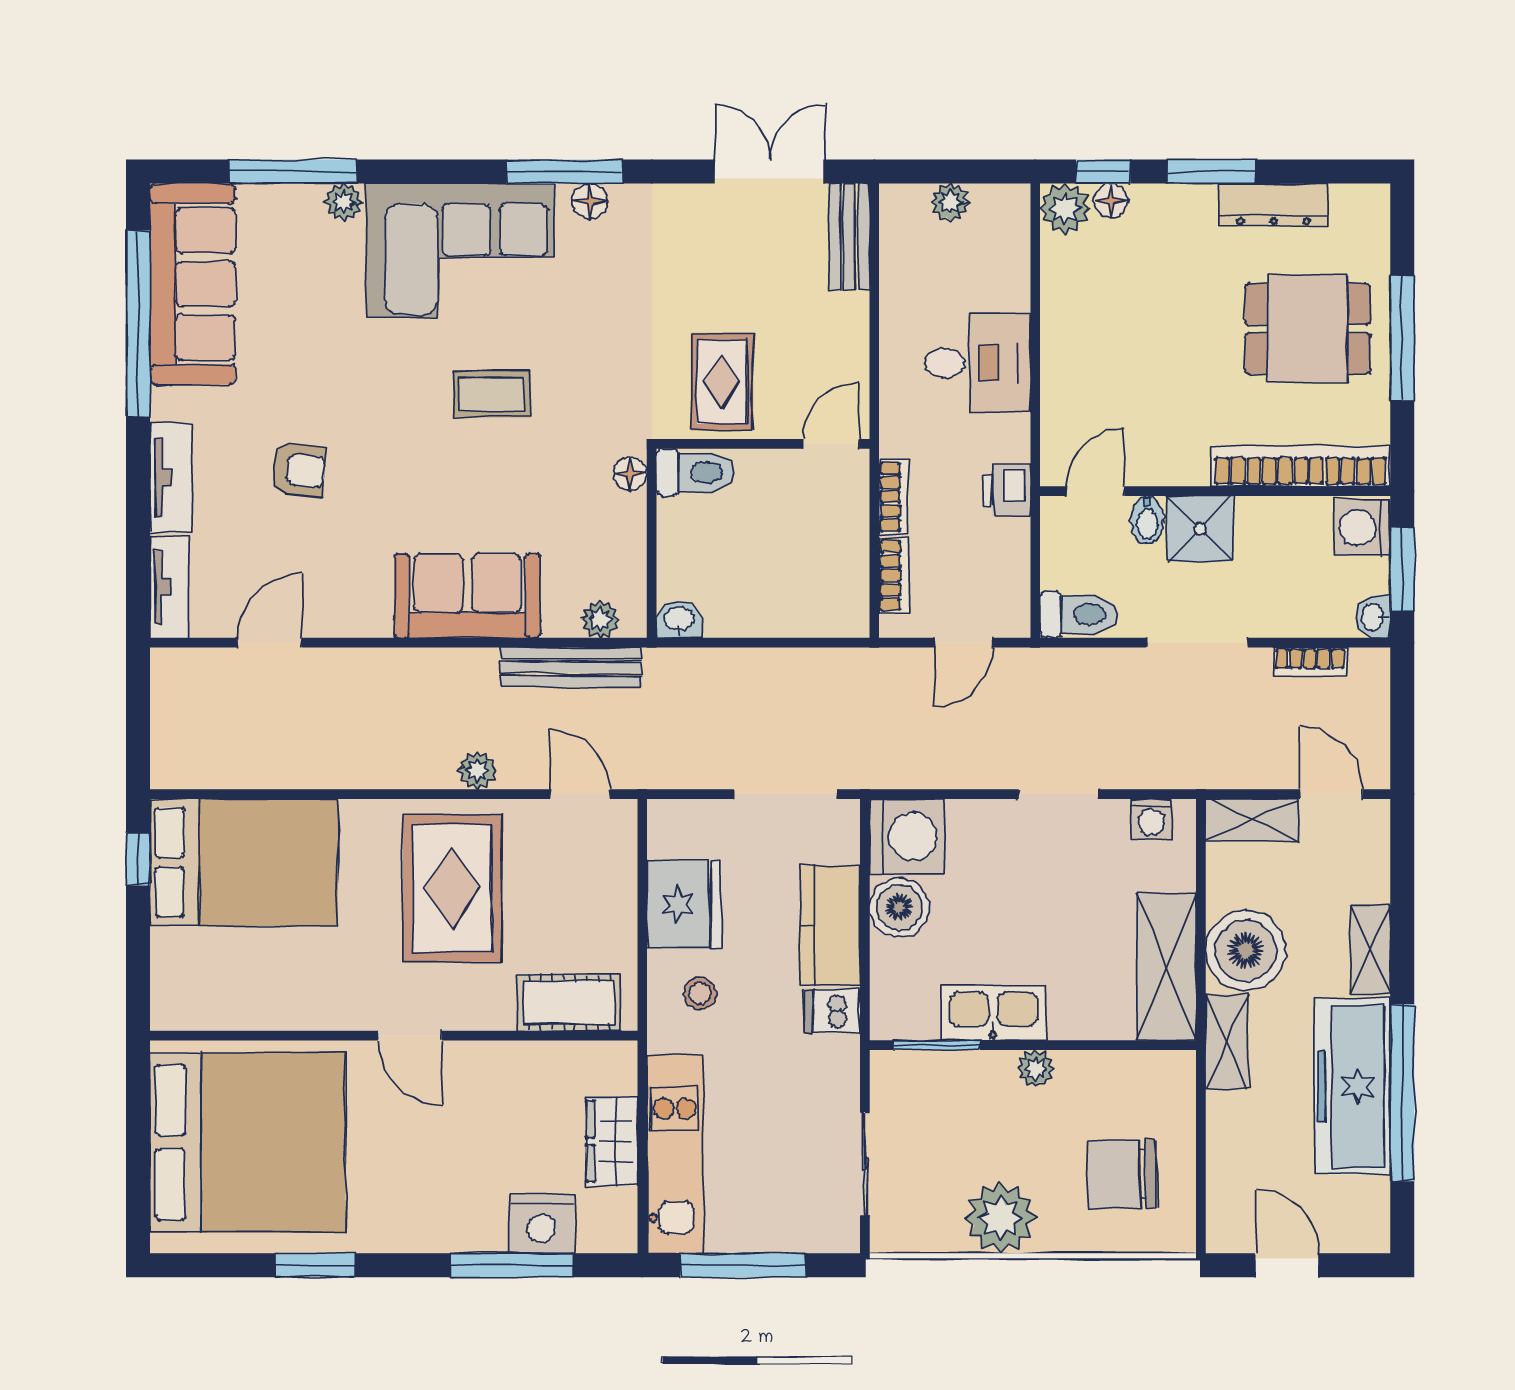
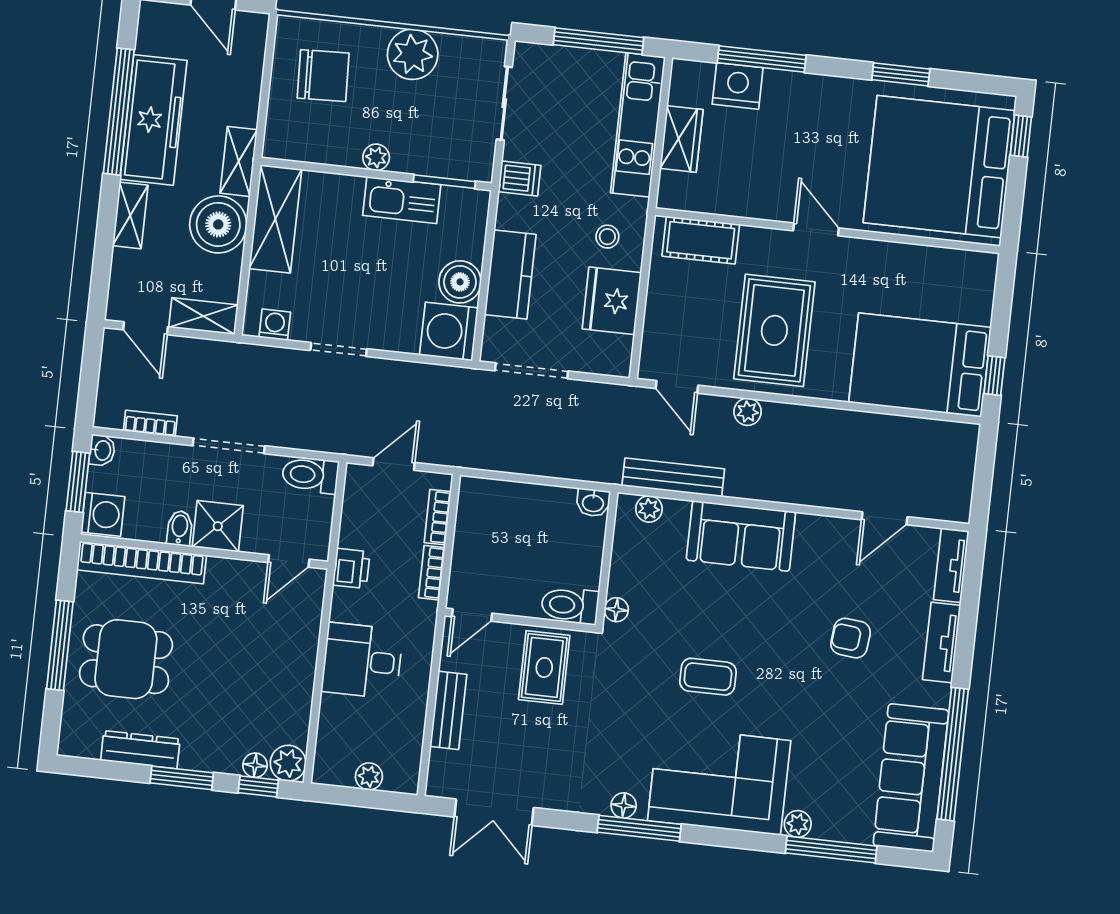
bench: (849, 237) -> (448, 710), moved
bidet: (1147, 520) -> (180, 528), moved
dishwasher: (832, 1011) -> (519, 179), moved
window: (138, 1198) -> (1021, 136), added

